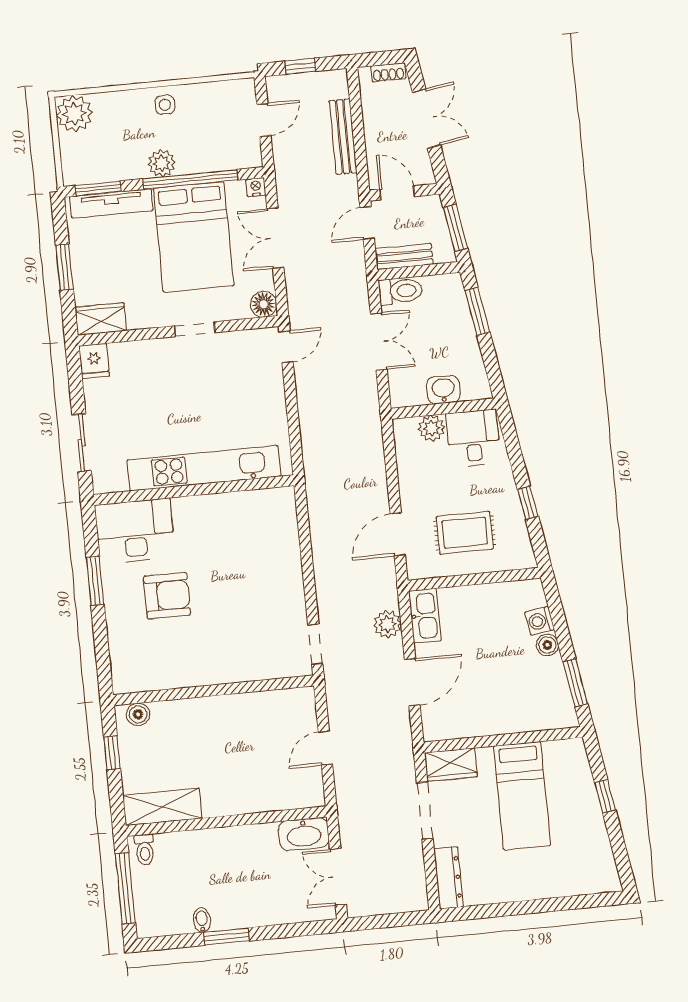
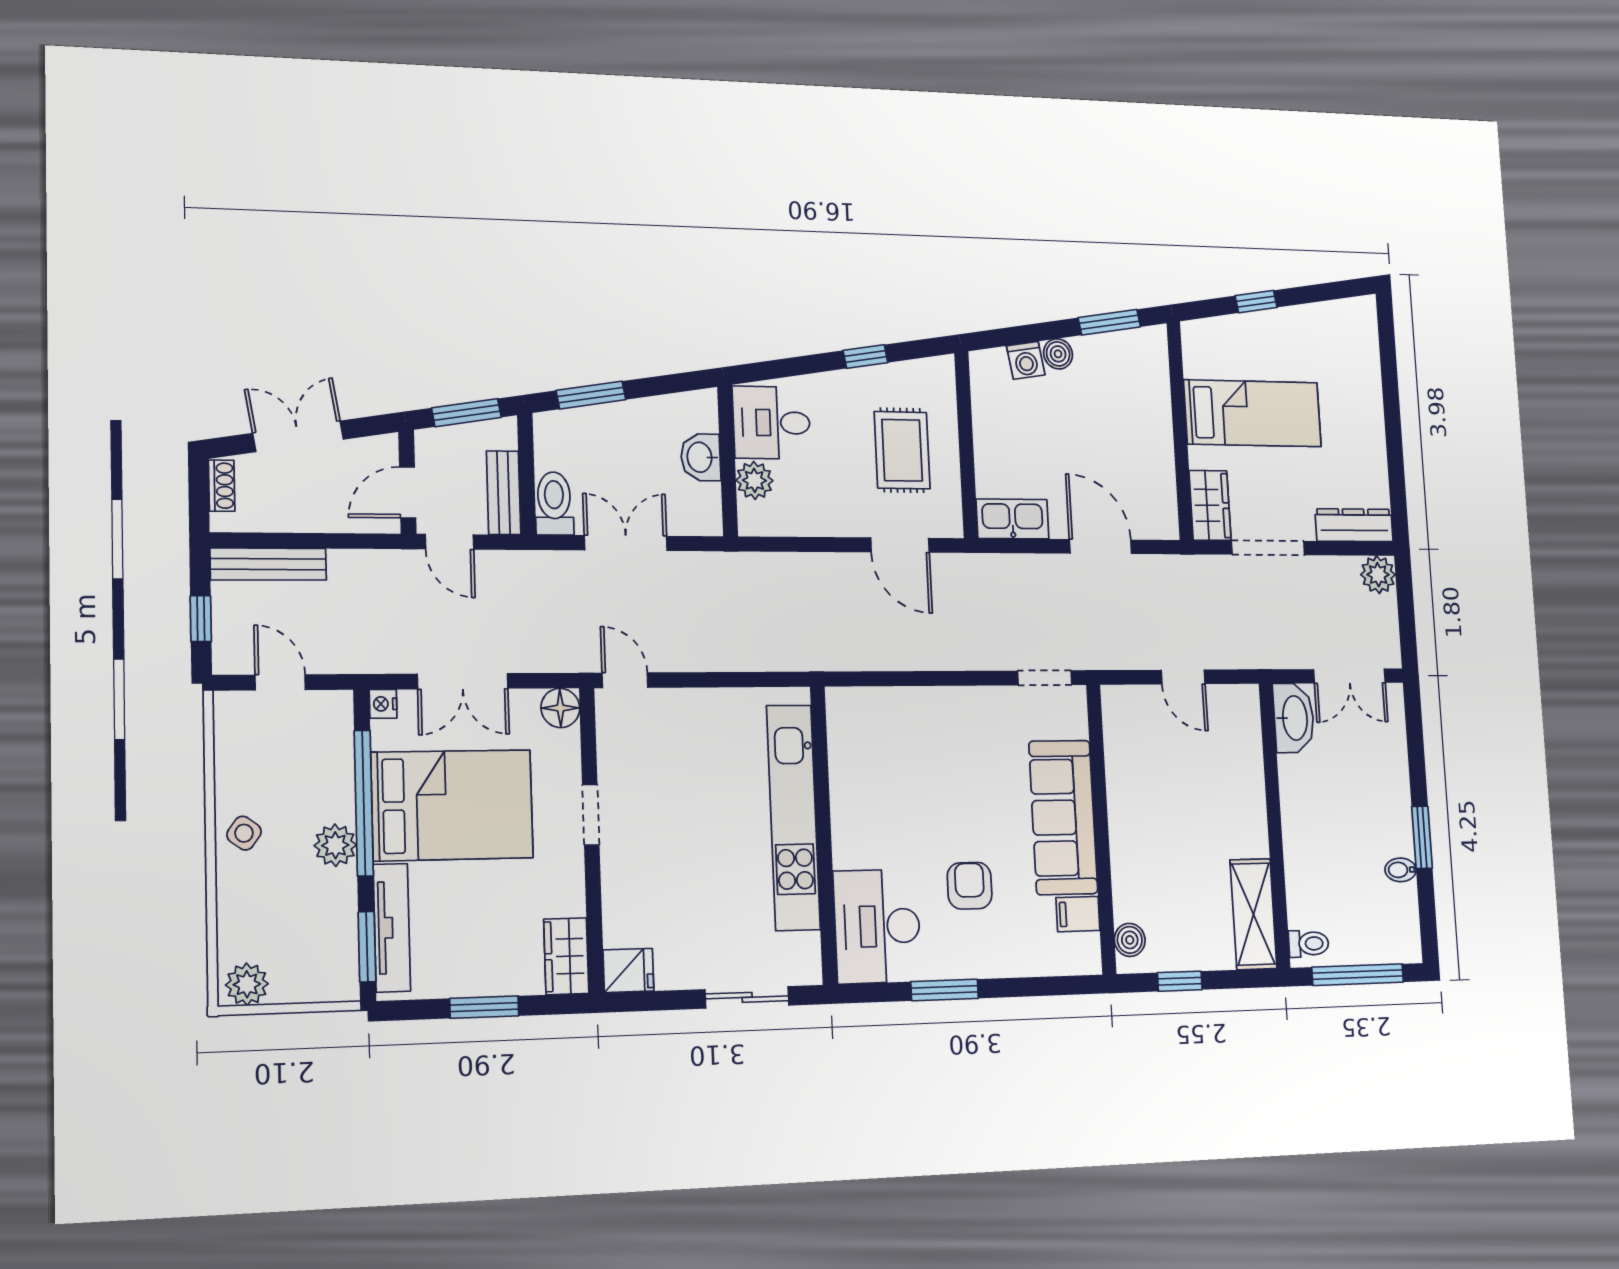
side table: (165, 105) -> (244, 833), turned 36
plant: (74, 114) -> (247, 984), width x0.73, depth x0.73
bench: (343, 137) -> (268, 564), moved
armchair: (167, 596) -> (970, 886), width x0.72, depth x0.72
plant: (387, 624) -> (1378, 575), moved
sofa: (219, 662) -> (1063, 817), added
filing cabinet: (153, 675) -> (1078, 914), added

